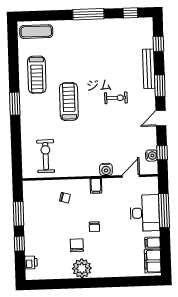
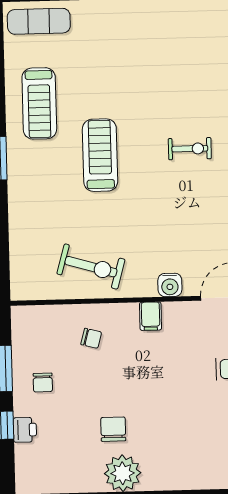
exercise bike: (46, 156) -> (91, 267), moved, turned 106
chair: (94, 227) -> (43, 383), moved
printer: (31, 262) -> (25, 430), moved

